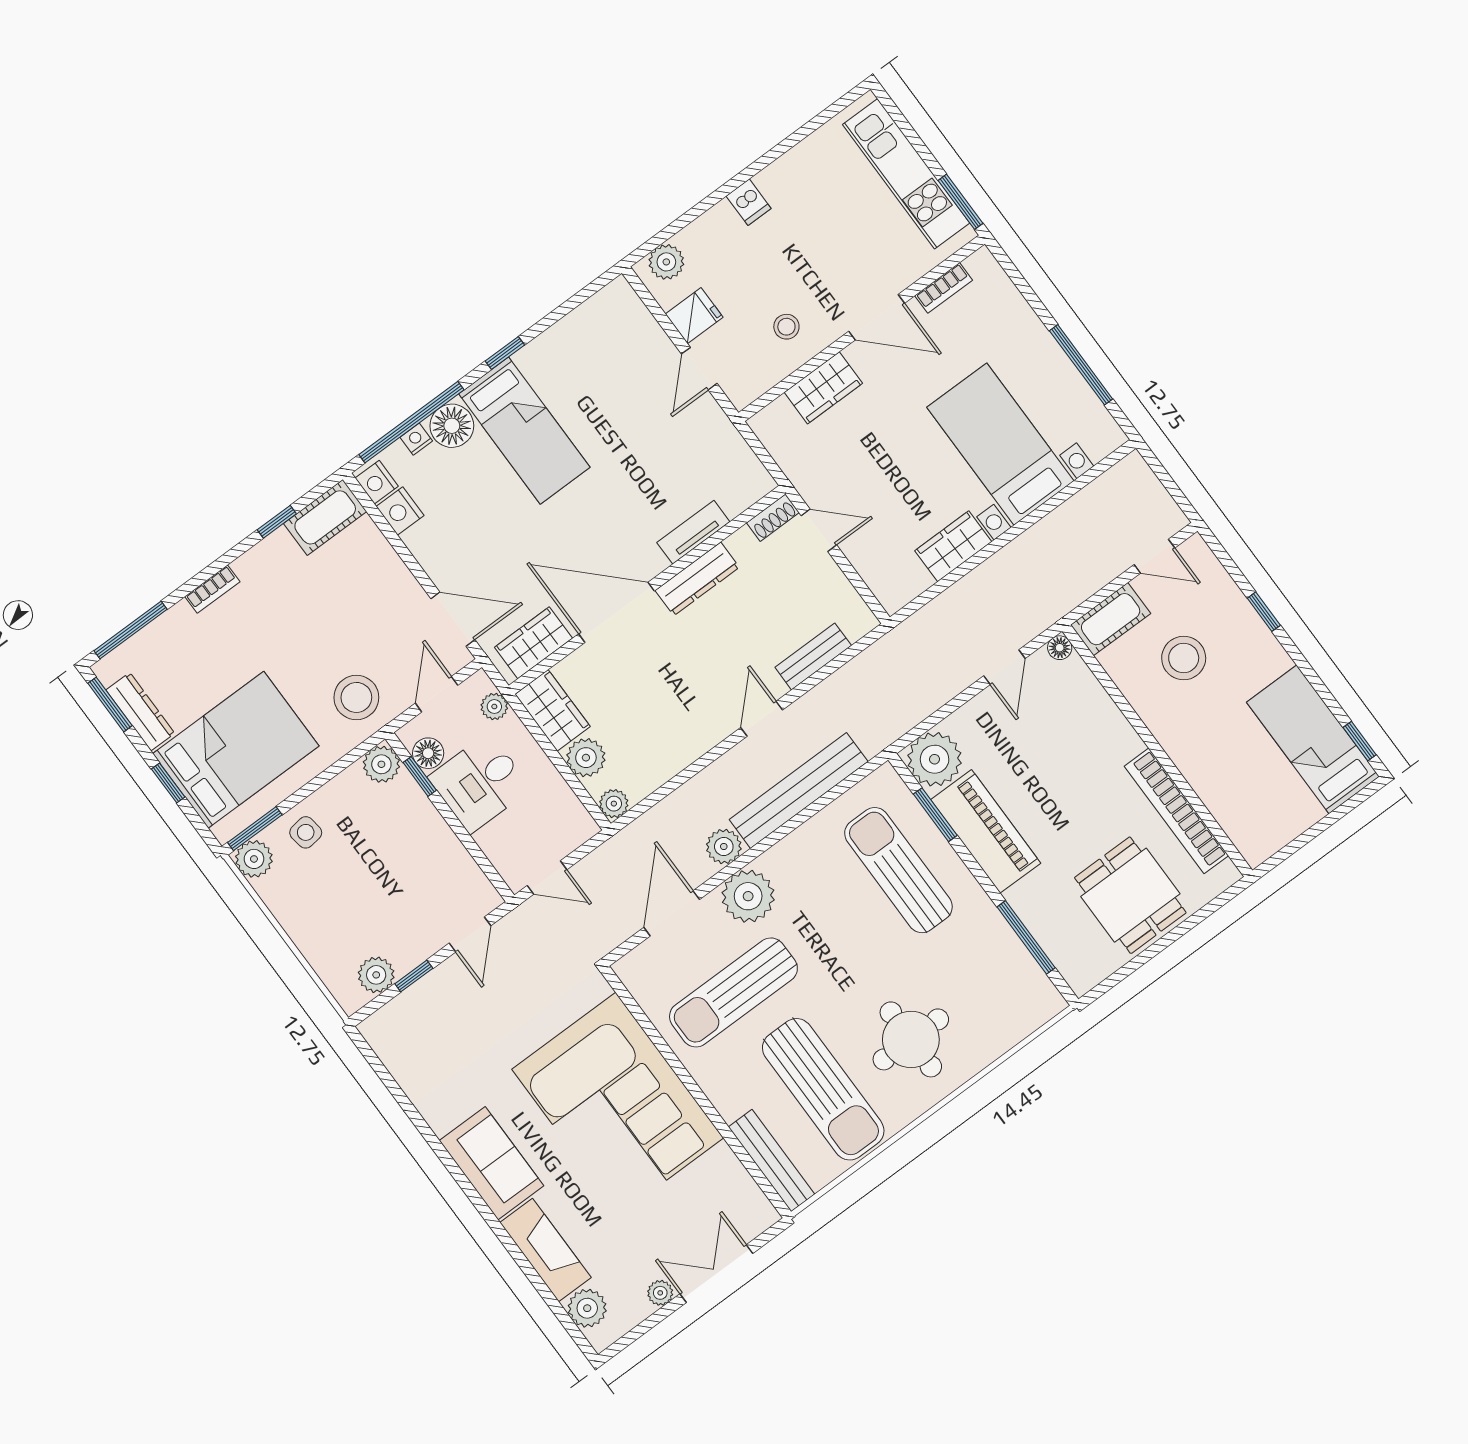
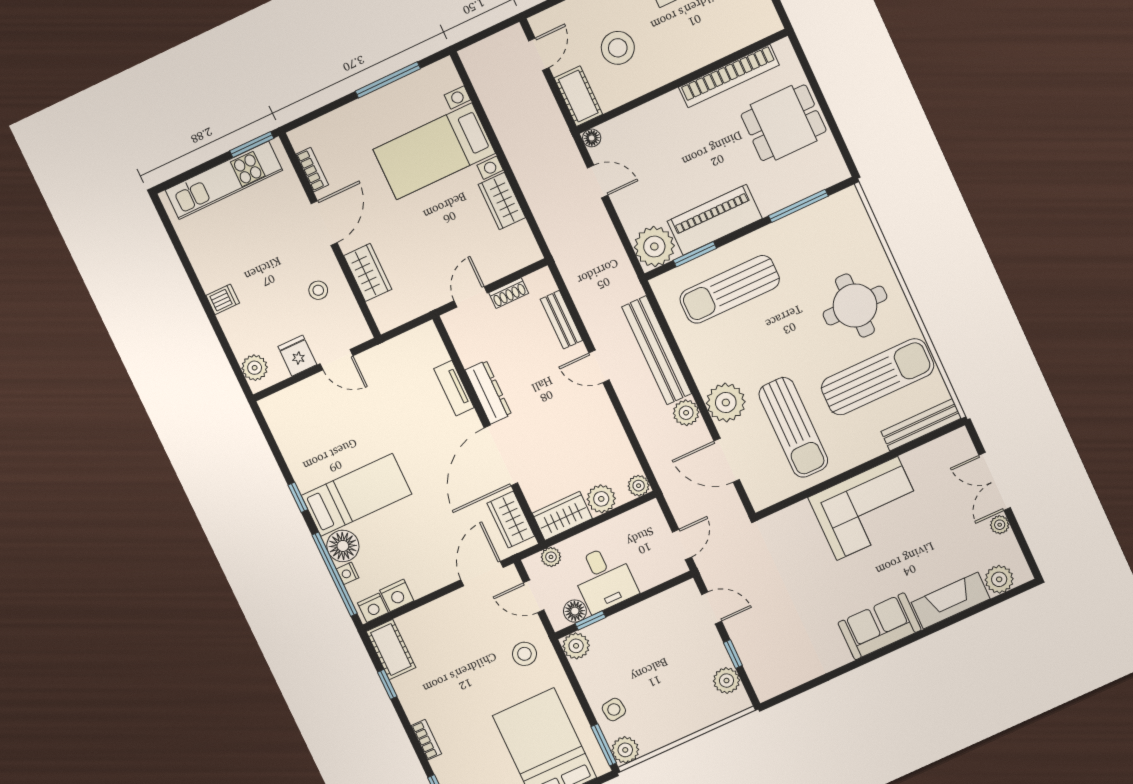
shoe rack: (773, 518) -> (509, 293), moved, turned 90
stool: (356, 697) -> (524, 654), width x0.73, depth x0.73
corner sofa: (618, 1104) -> (867, 508), width x0.73, depth x0.74

